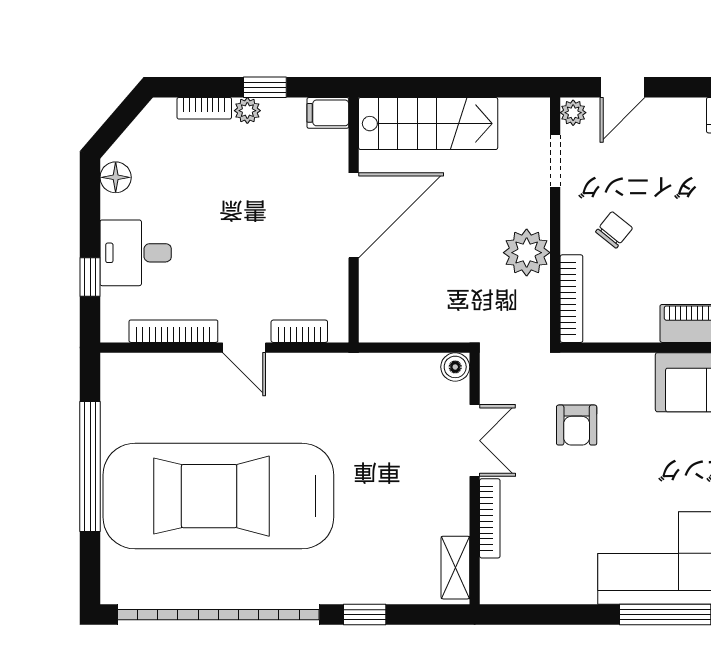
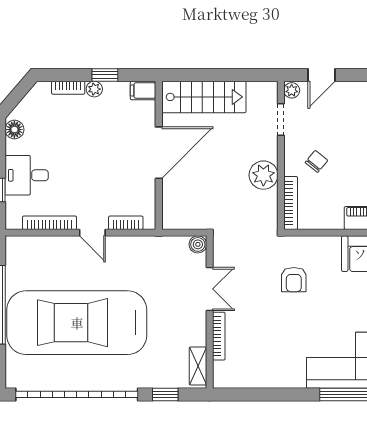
boiler: (455, 367) -> (198, 244), moved
double door: (475, 441) -> (210, 289), moved
wall: (475, 479) -> (210, 312), moved
bookcase: (490, 518) -> (219, 336), moved
shelving: (455, 568) -> (198, 366), moved

